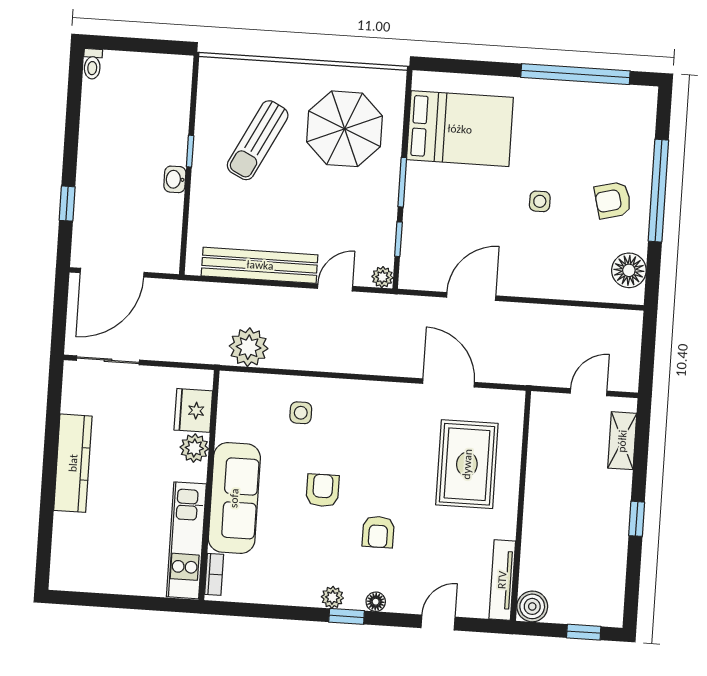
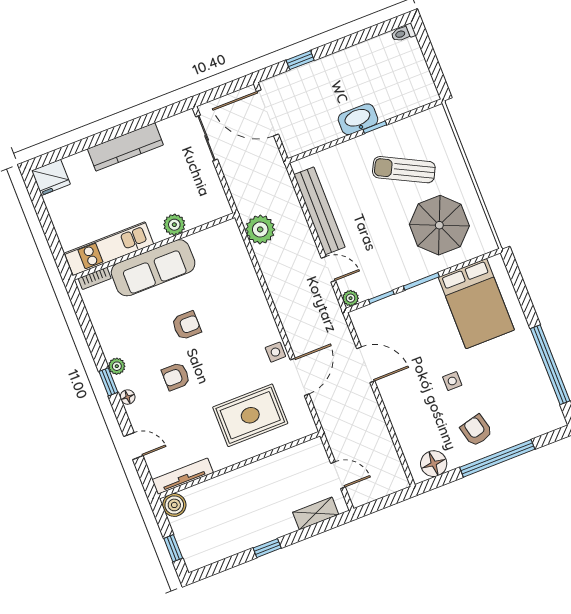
washbasin: (175, 179) -> (358, 119), width x1.91, depth x1.45
fridge: (193, 410) -> (51, 177), moved, turned 180
side table: (301, 413) -> (275, 352), moved

